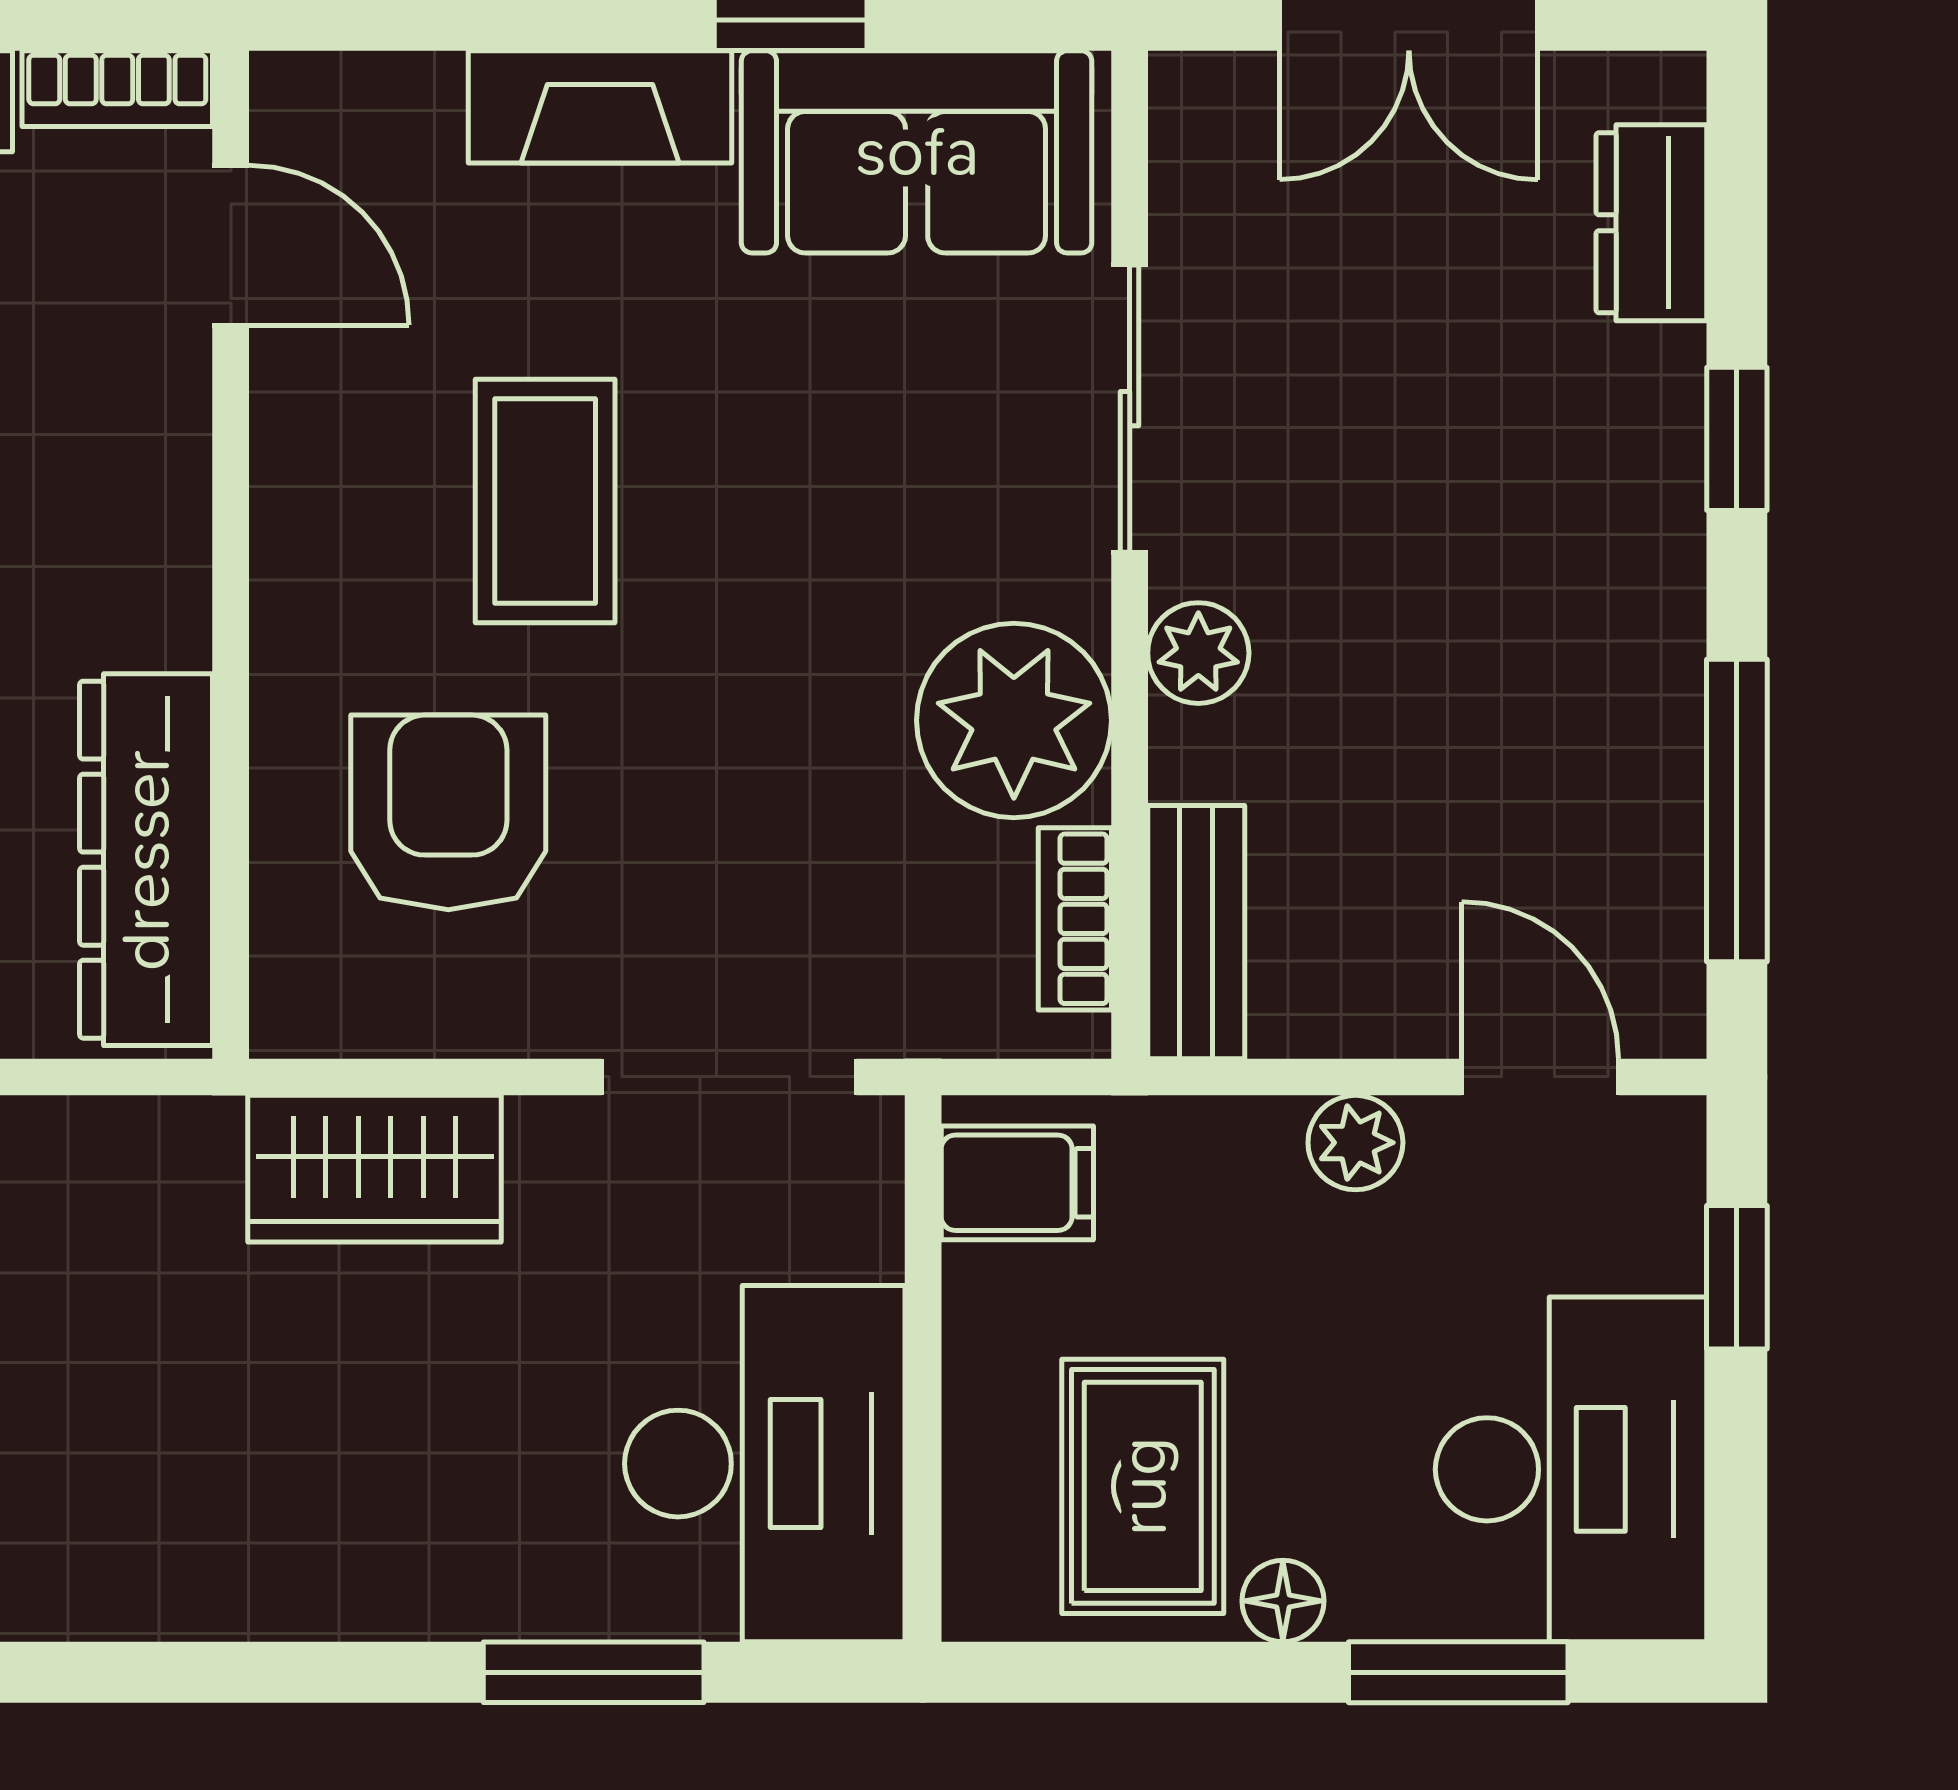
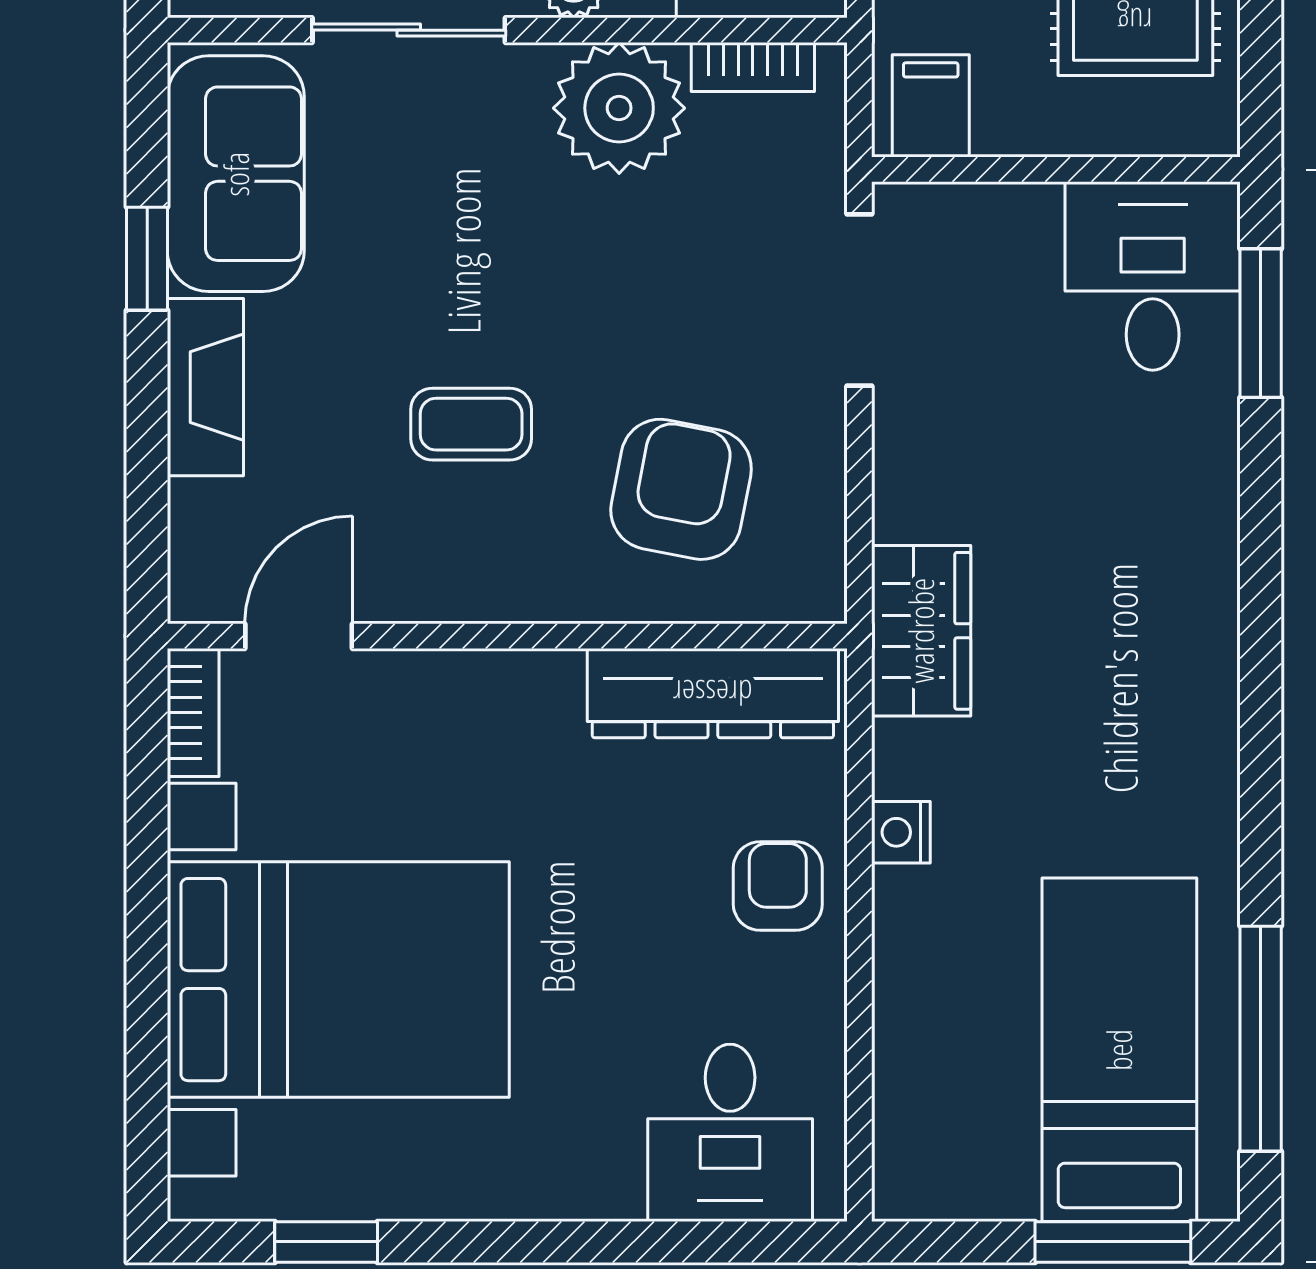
coffee table: (545, 501) -> (471, 424), width x0.73, depth x0.77
armchair: (448, 812) -> (681, 489), turned 101
wardrobe: (375, 1169) -> (921, 631), moved
desk: (765, 1464) -> (1153, 276), width x0.73
window: (594, 1672) -> (1261, 323), moved

